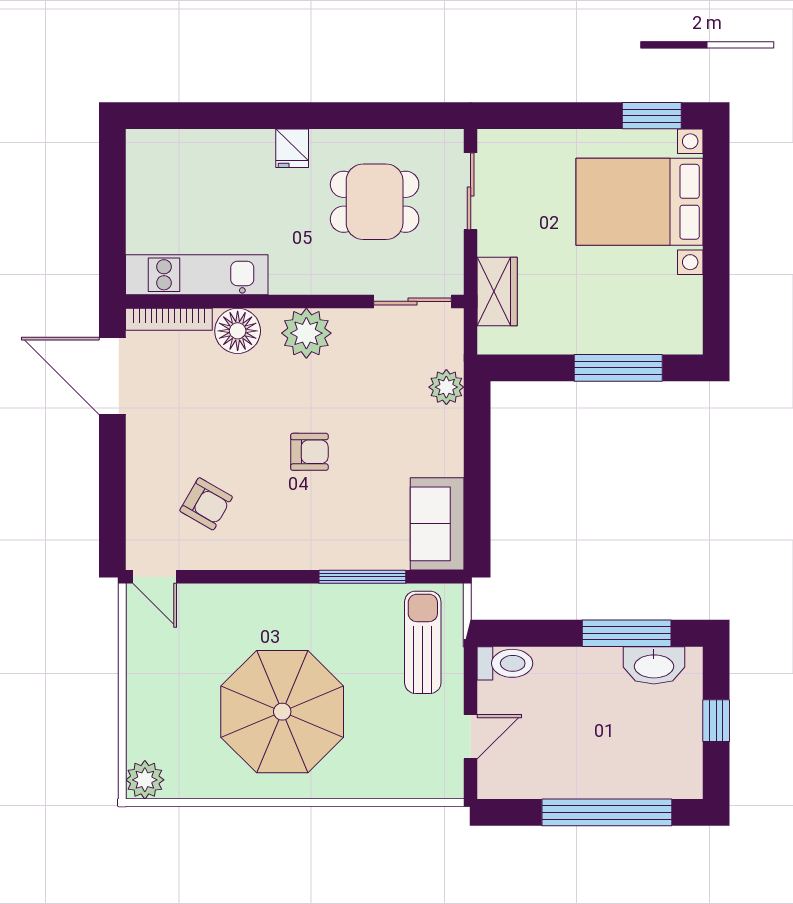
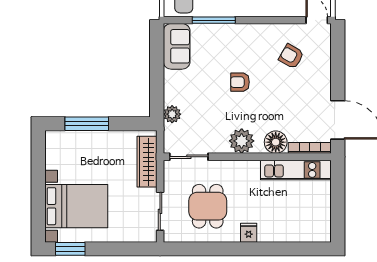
dining table: (375, 202) -> (208, 206), turned 90
wardrobe: (497, 292) -> (147, 162), width x1.50

